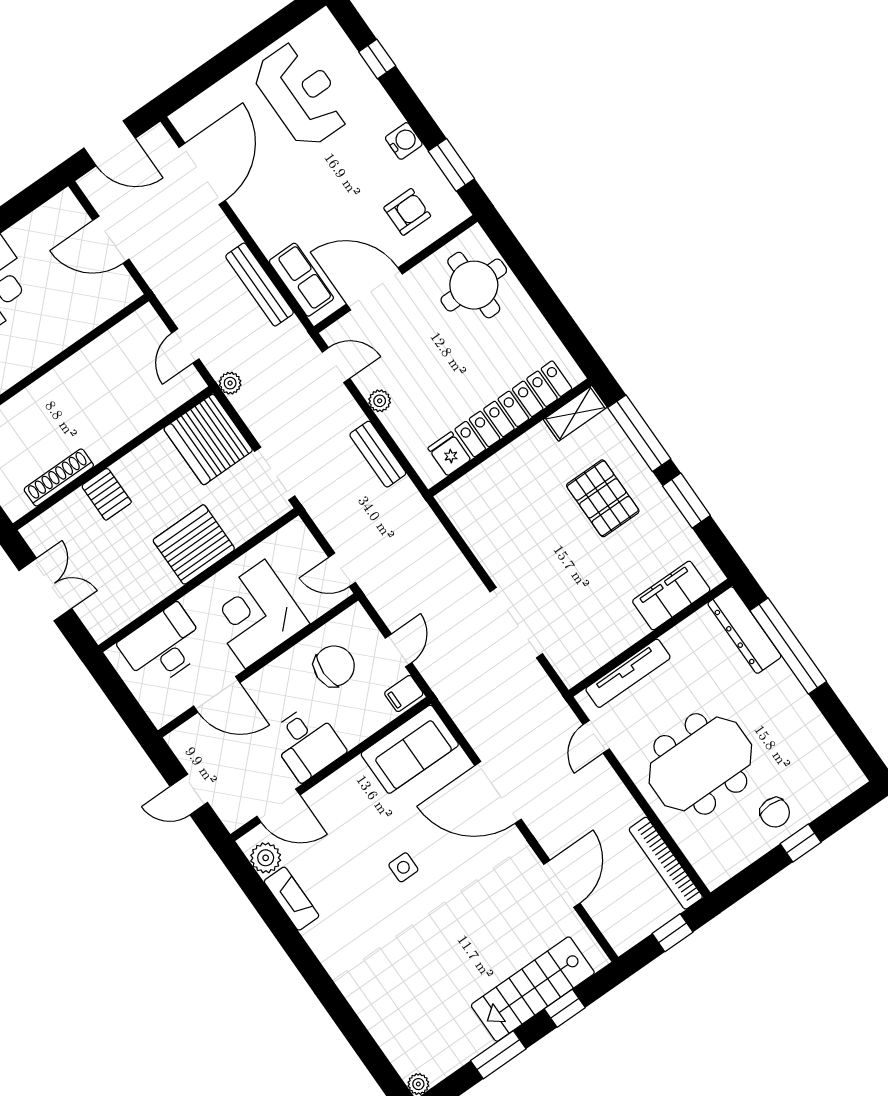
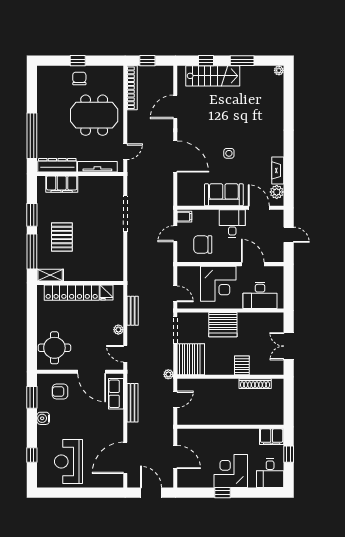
door: (342, 570) -> (175, 294), moved
dresser: (744, 630) -> (57, 165), moved, turned -90
sofa: (410, 749) -> (224, 195), moved

